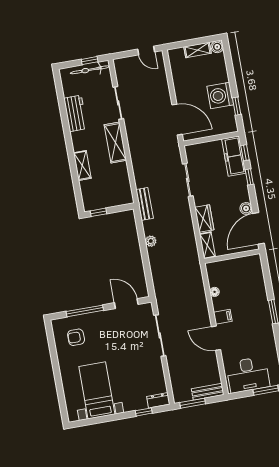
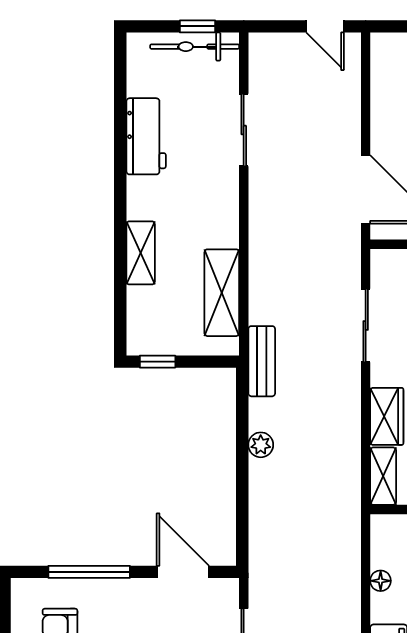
shelving: (115, 143) -> (222, 293), moved

